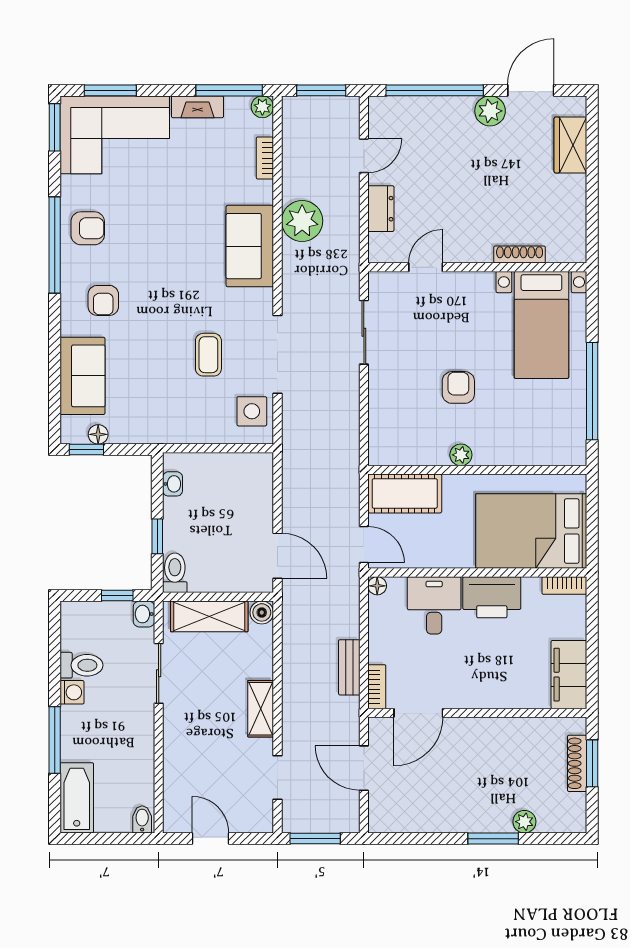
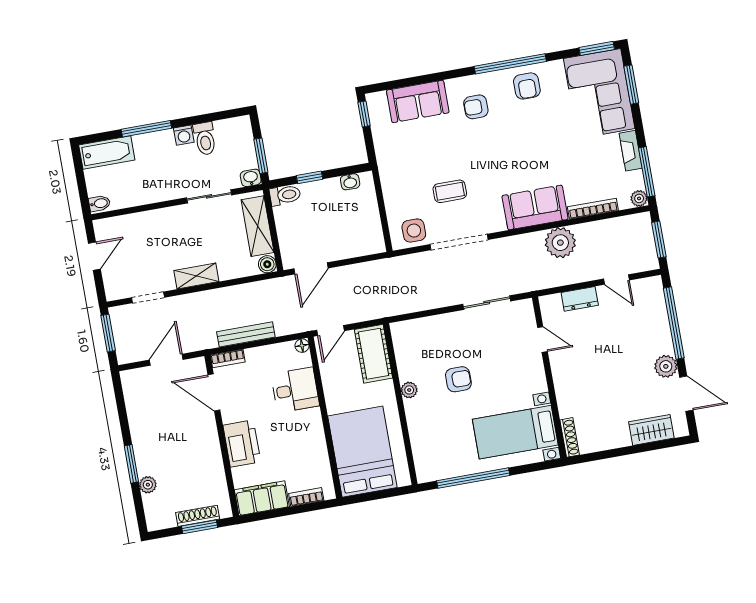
bookcase: (265, 158) -> (593, 209), width x1.56
shoe rack: (520, 255) -> (570, 437), moved
floor lamp: (98, 434) -> (377, 121), removed
bookcase: (564, 585) -> (306, 497), moved, turned 90
window: (117, 595) -> (261, 156), width x1.50
printer: (492, 597) -> (242, 444), moved, turned 180
bench: (349, 667) -> (246, 334), width x1.36

